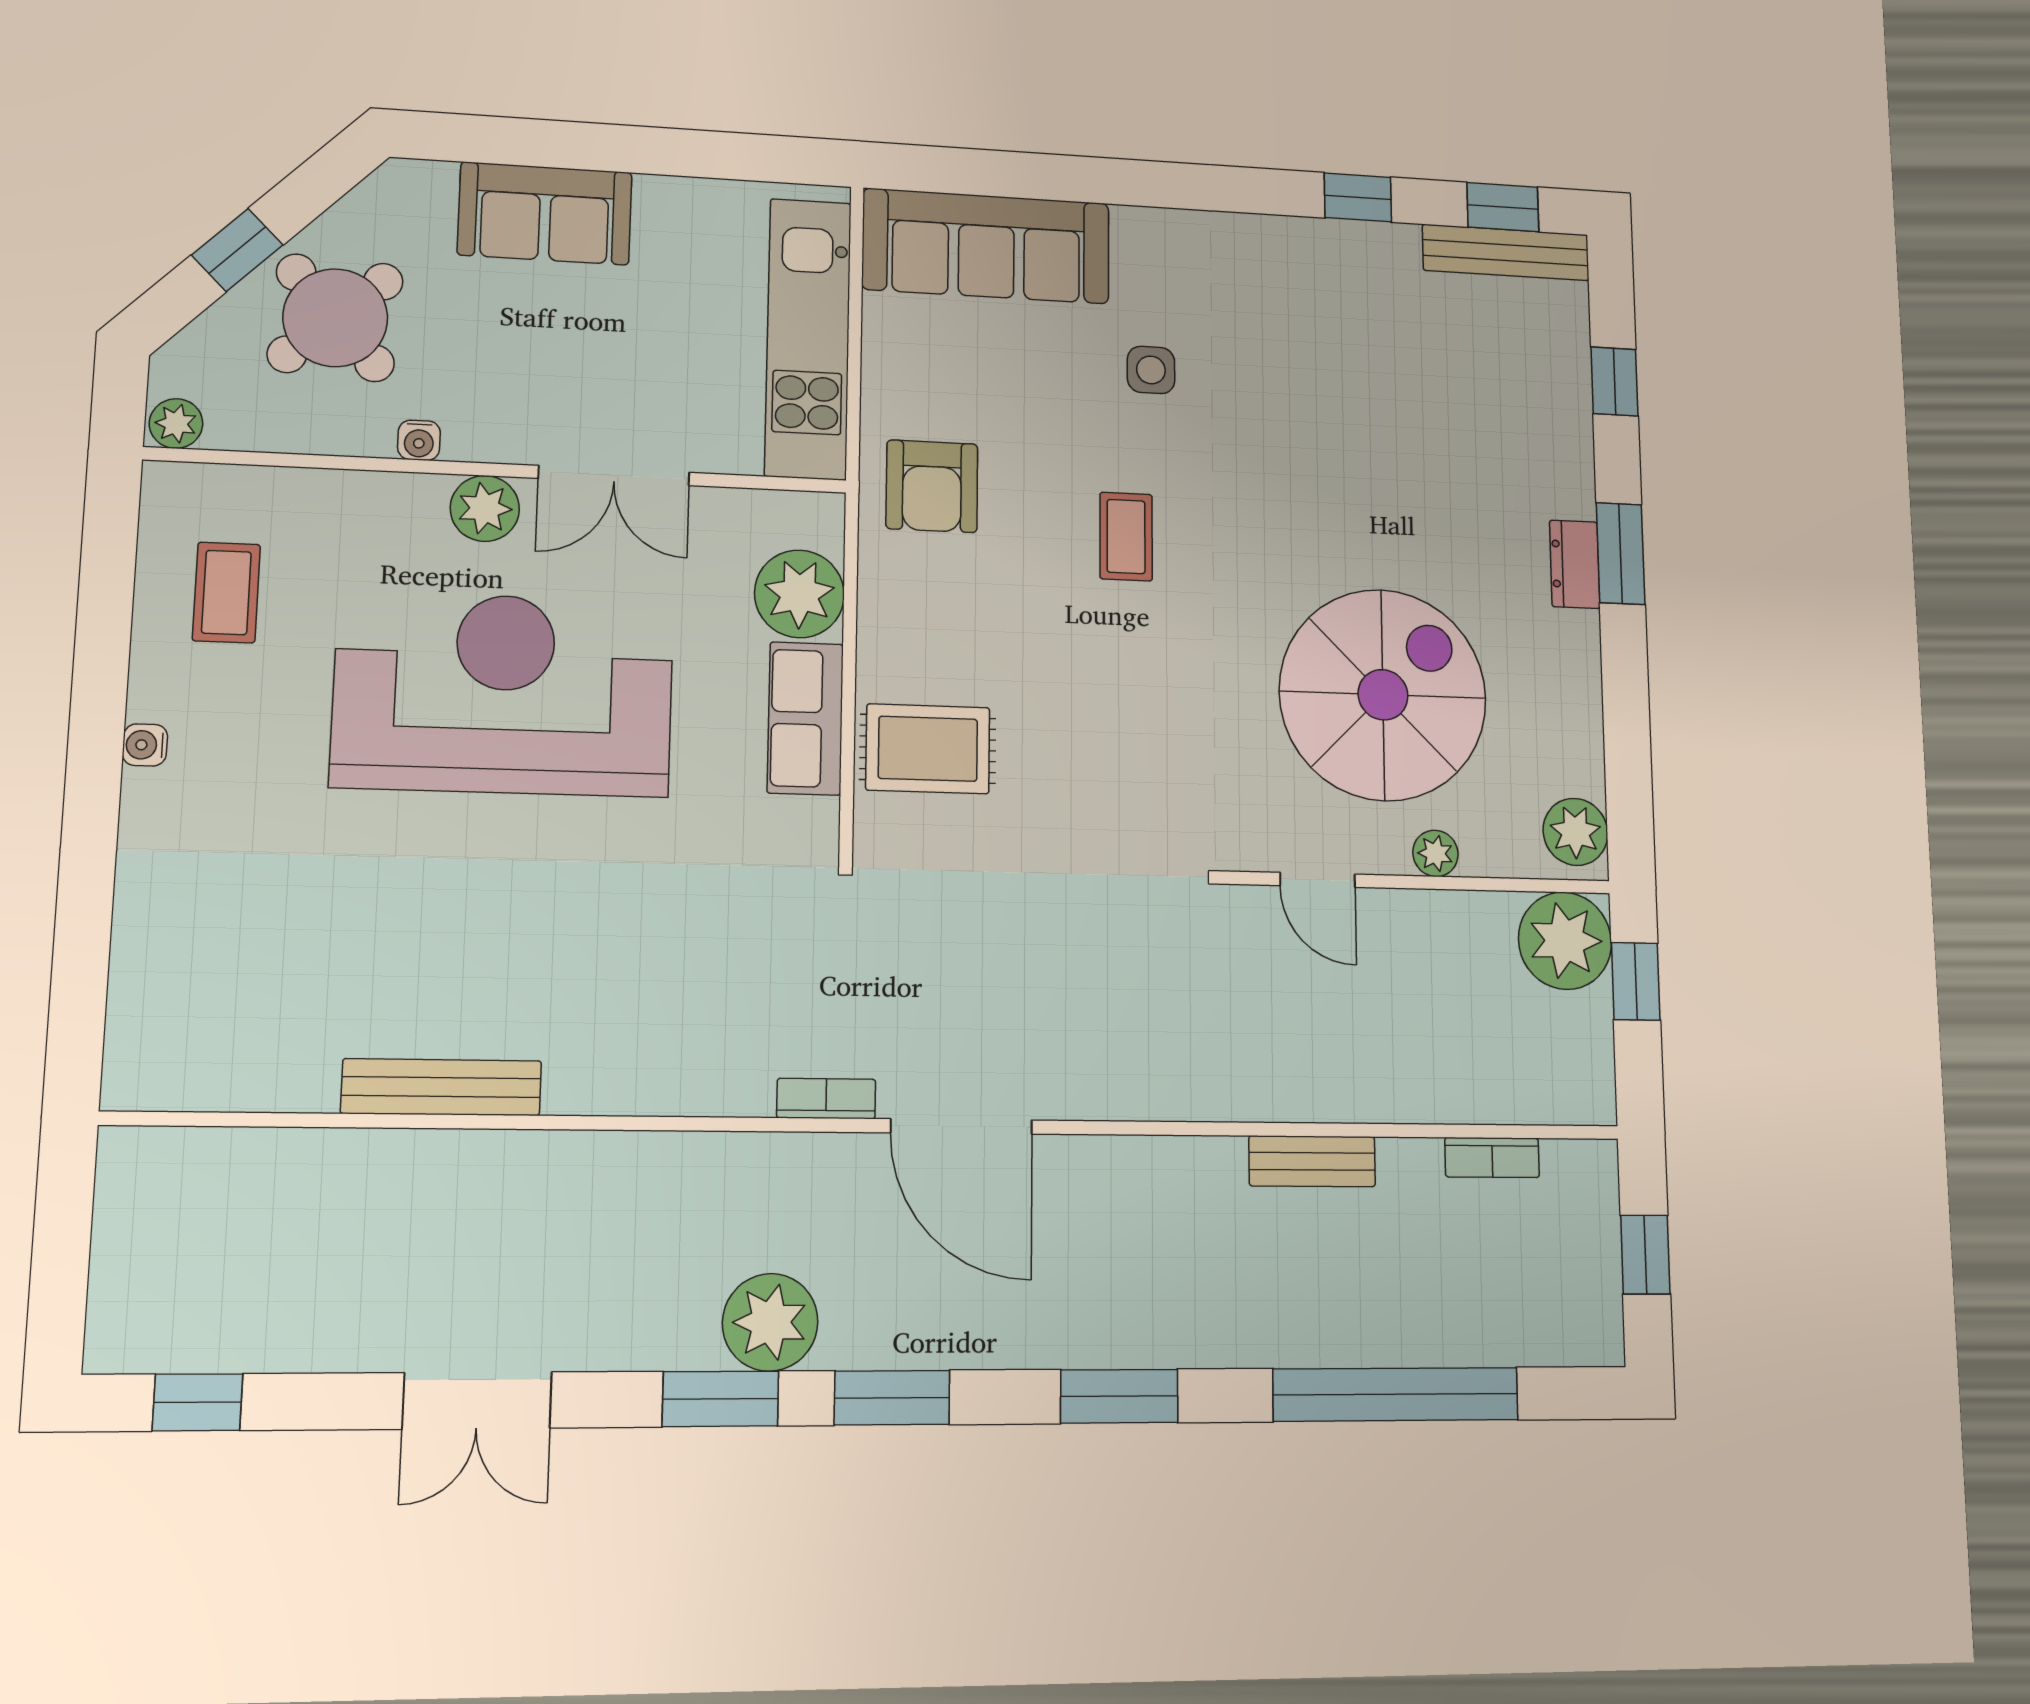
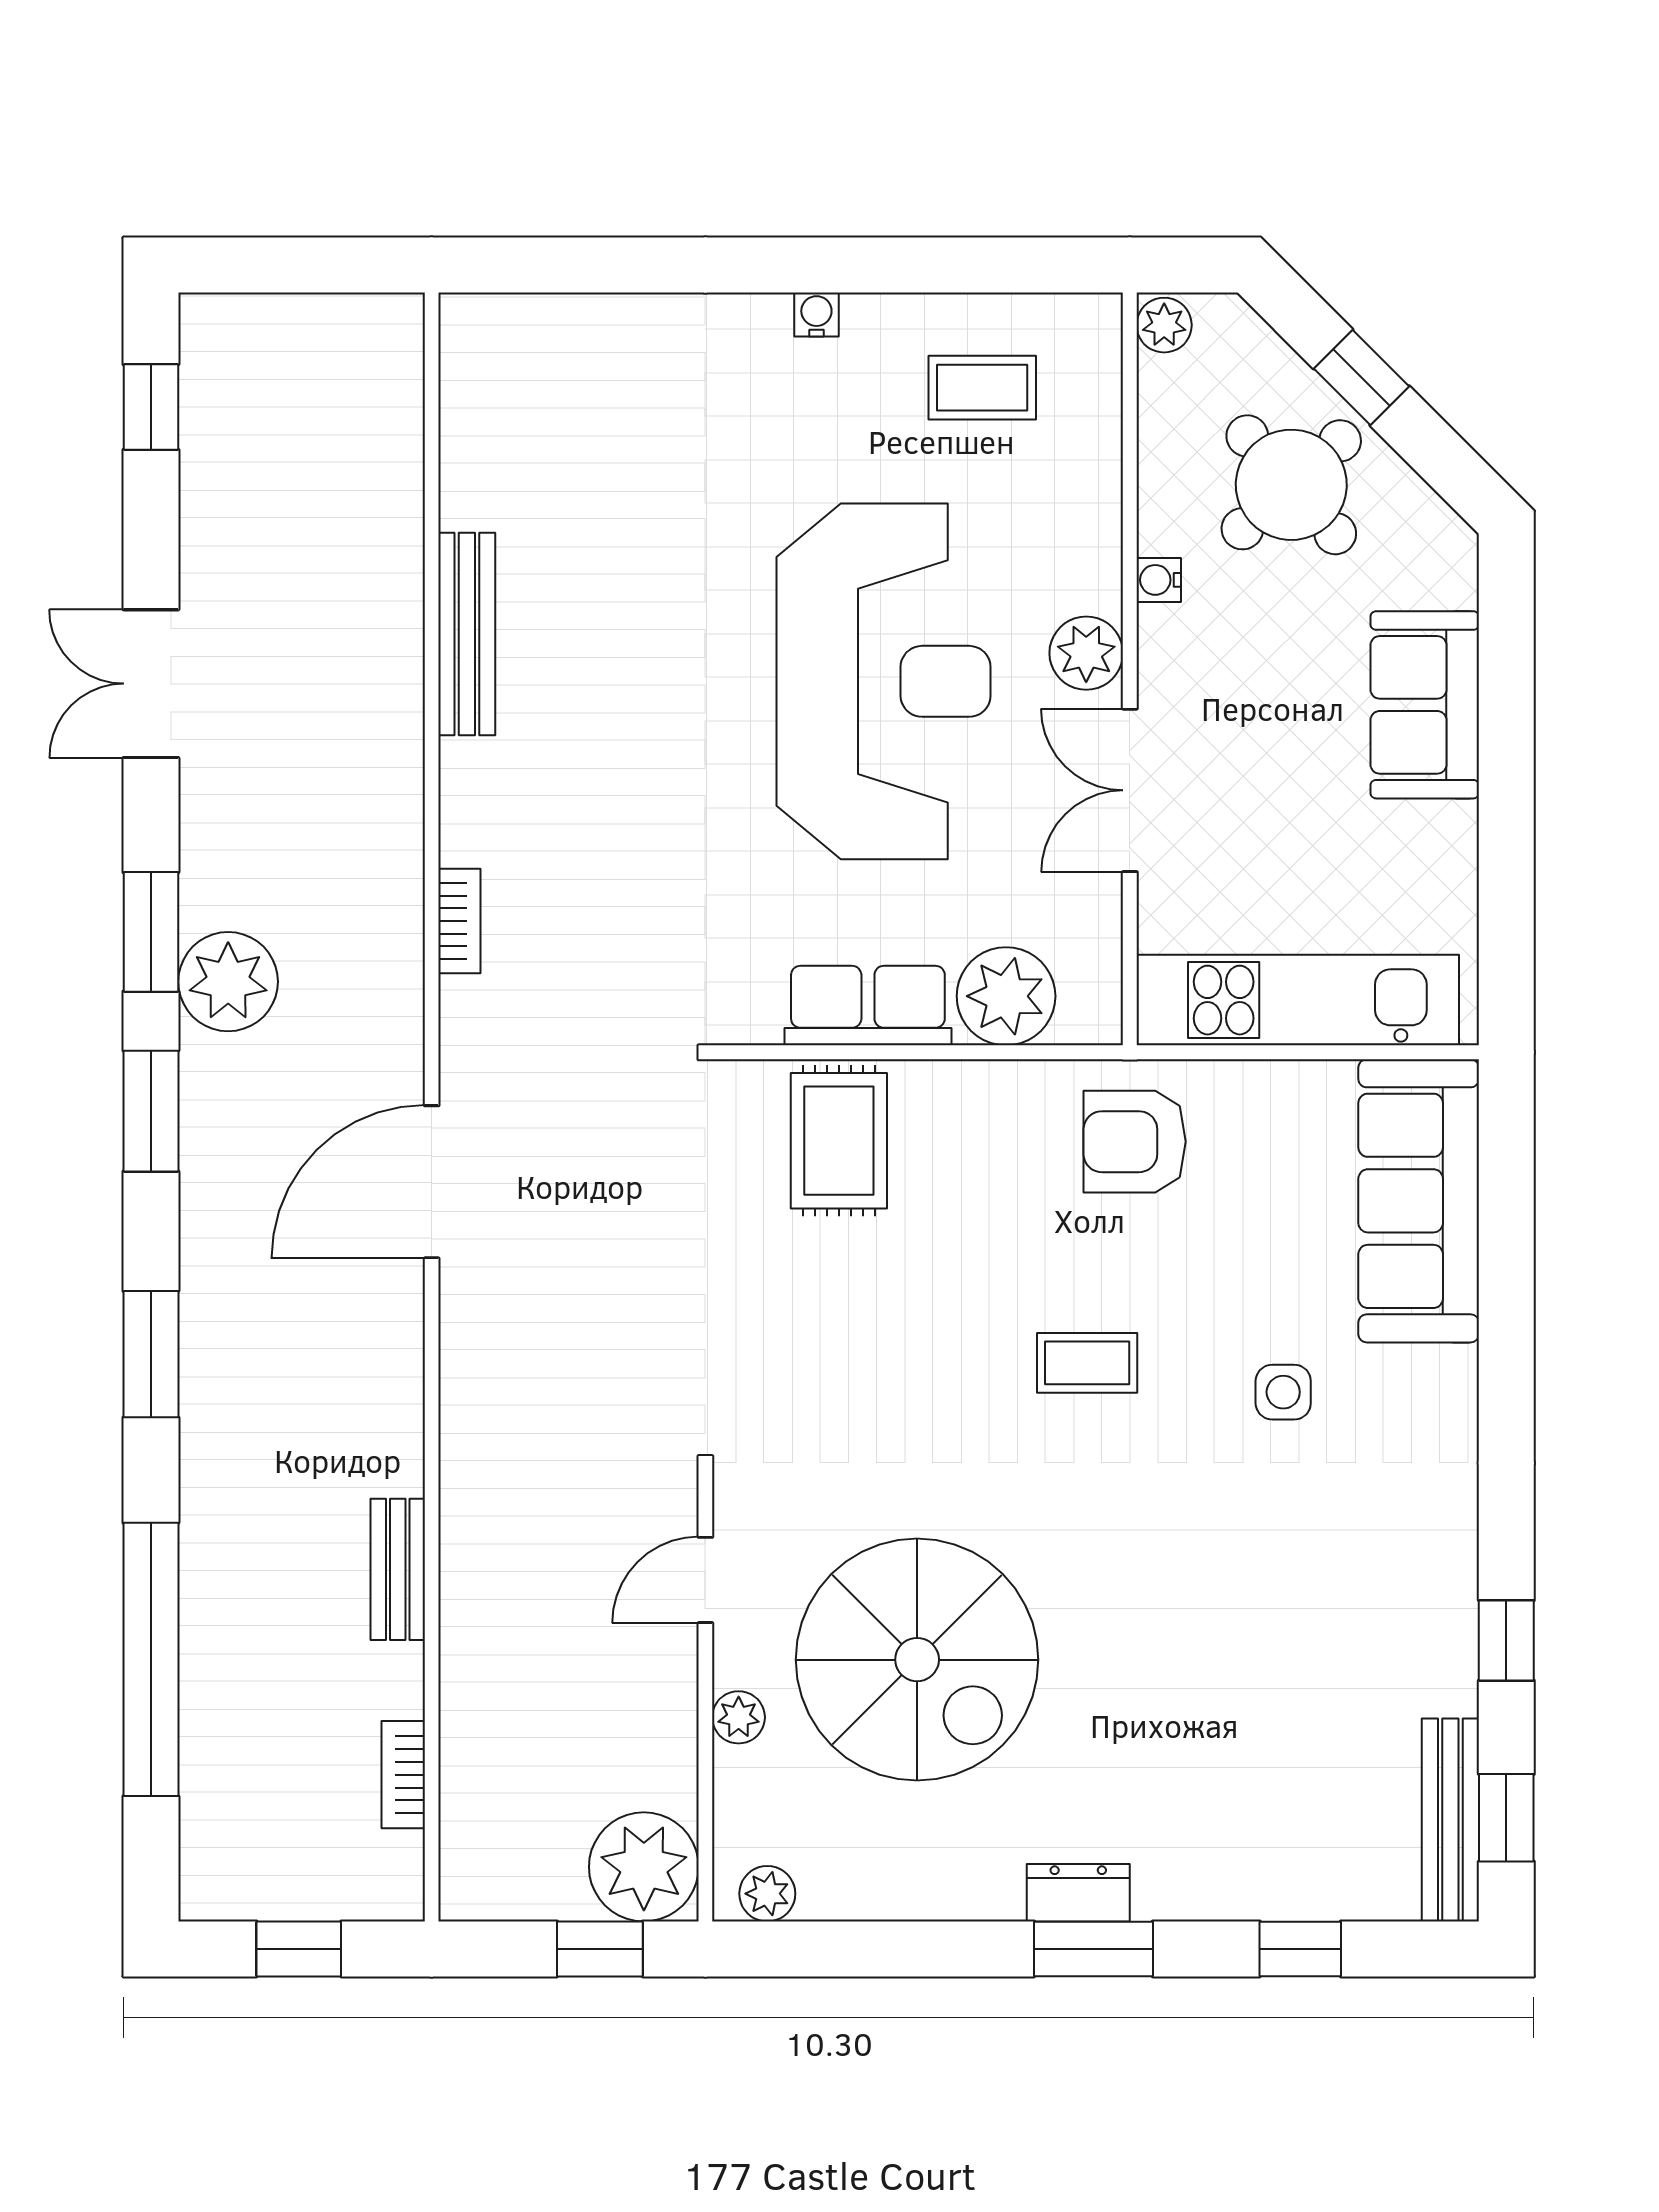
plant: (1575, 832) -> (767, 1894), width x0.73, depth x0.73
bookcase: (826, 1099) -> (459, 921), moved

